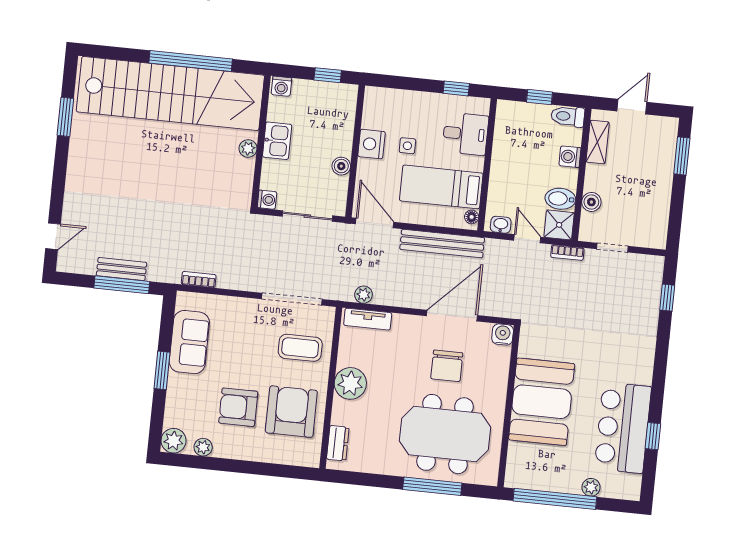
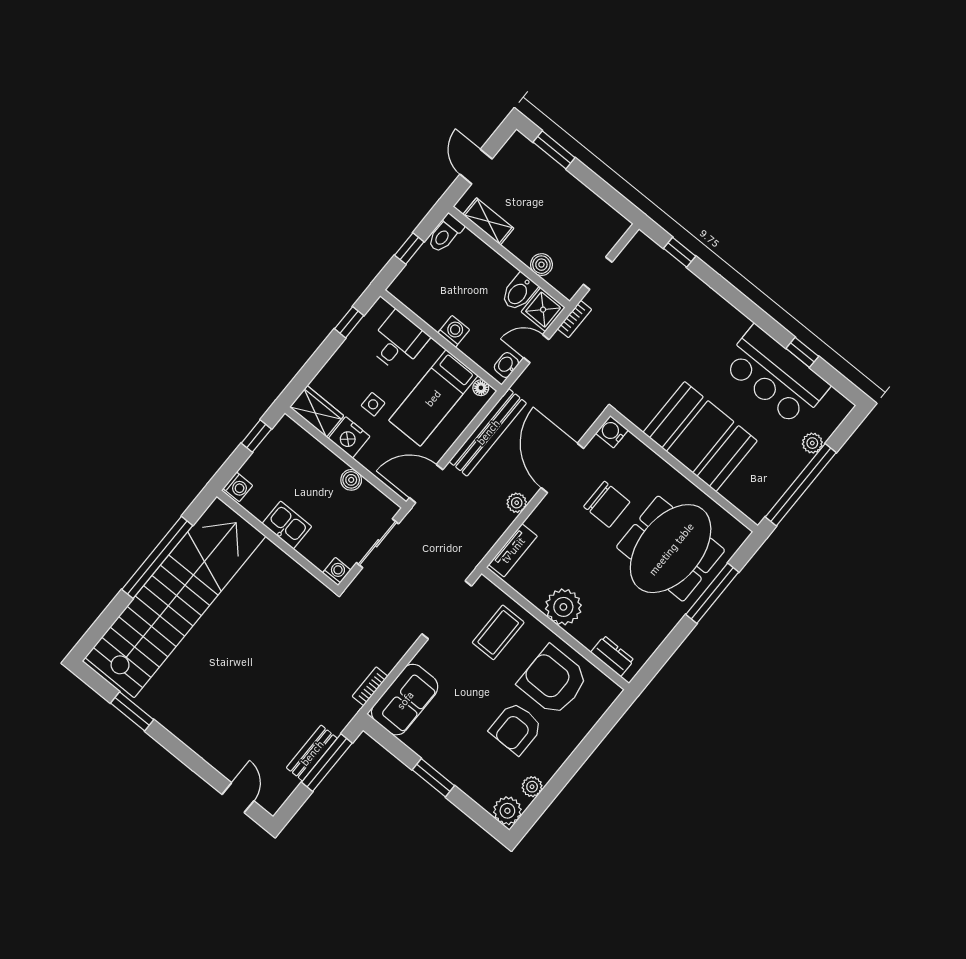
wardrobe: (375, 108) -> (317, 411), added
plant: (248, 148) -> (276, 558), removed
washing machine: (570, 157) -> (454, 331), moved, turned 180
plant: (364, 295) -> (517, 503), moved
sofa: (189, 342) -> (405, 700), moved, turned 90

